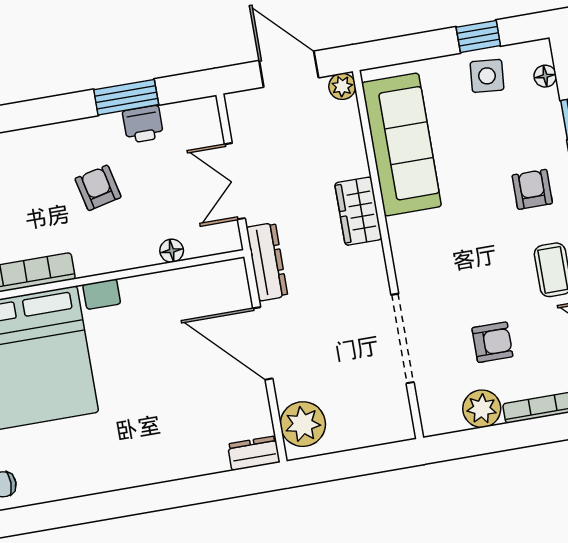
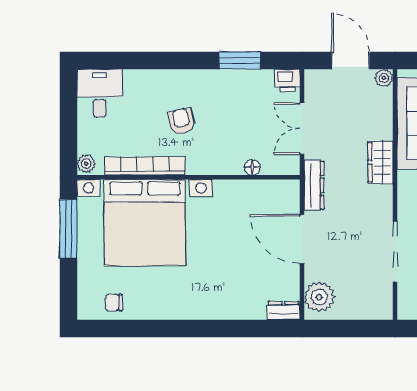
printer: (143, 124) -> (287, 80), moved
armchair: (98, 188) -> (182, 121), moved

